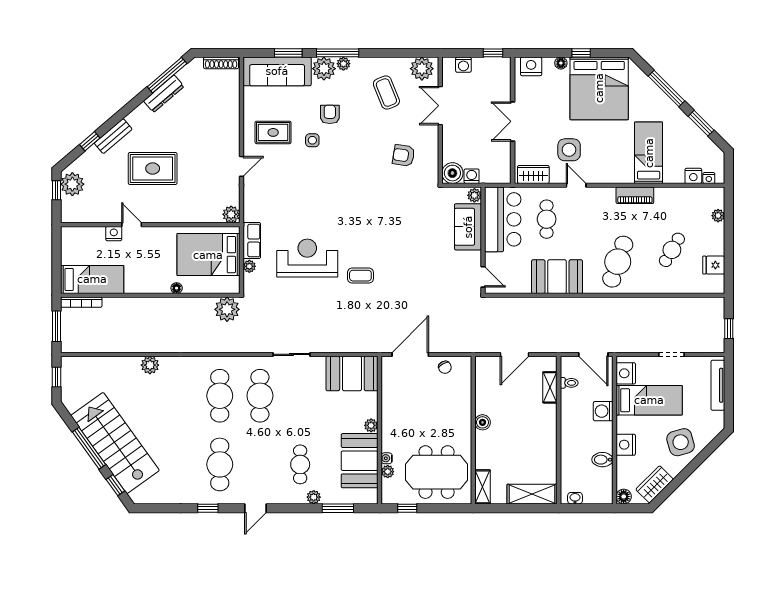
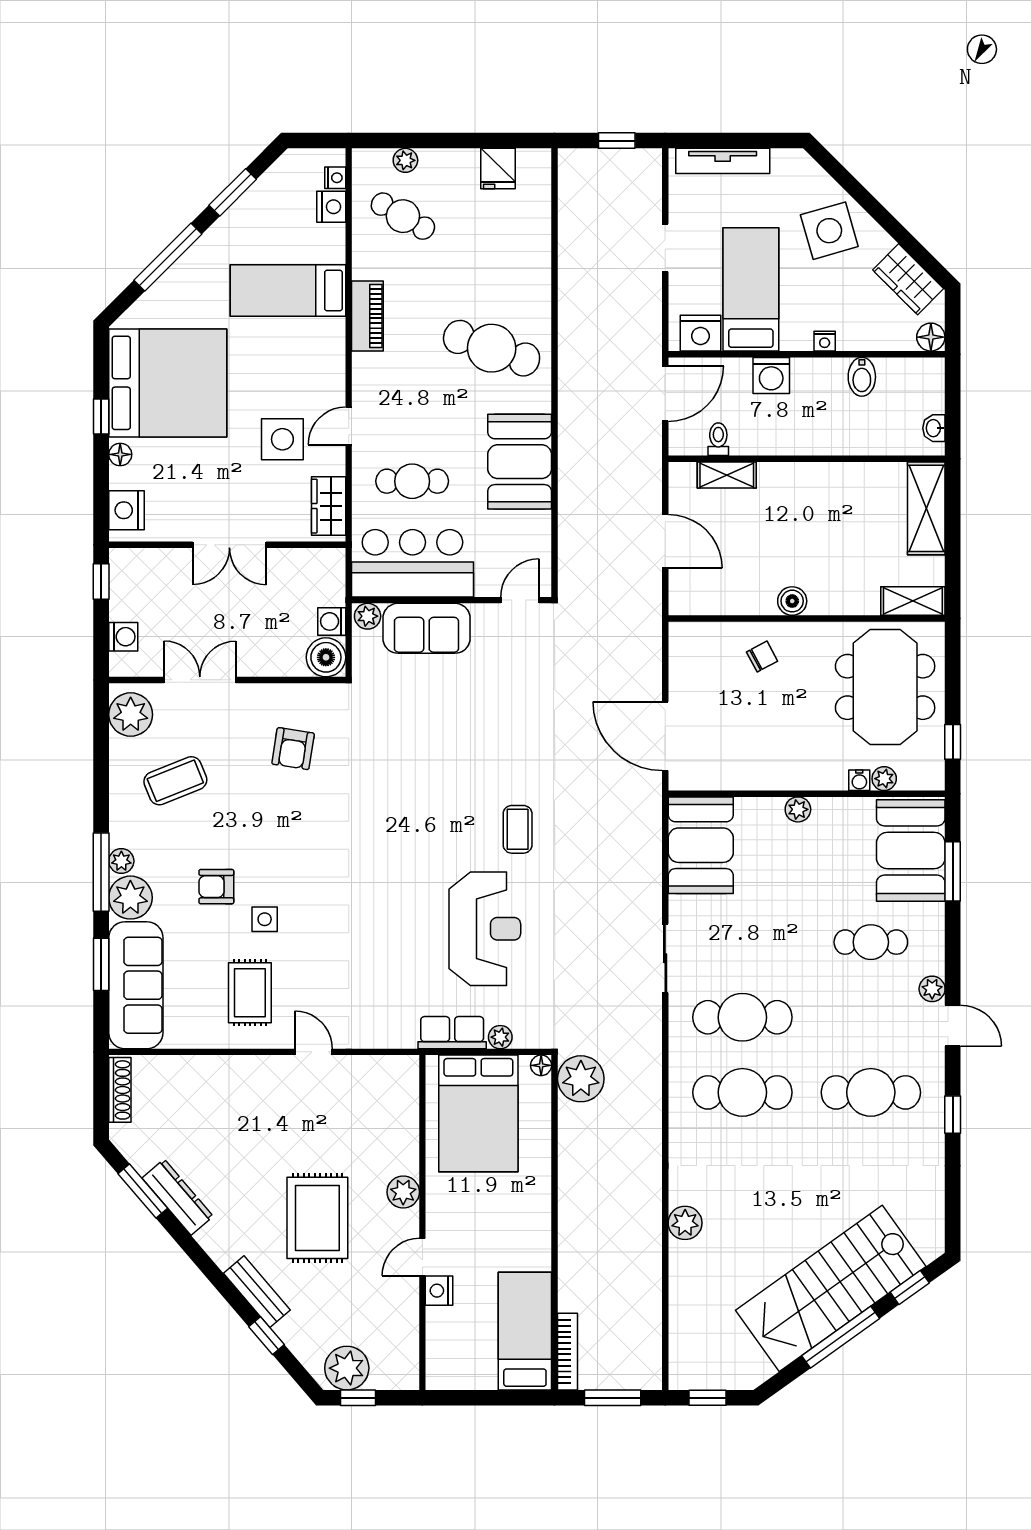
window: (167, 75) -> (143, 1191), width x0.69
double door: (440, 106) -> (200, 680), swing flipped
plant: (231, 214) -> (403, 1192), moved
cafe table: (672, 250) -> (403, 216), moved
reception desk: (307, 258) -> (485, 929), turned 180
floor lamp: (177, 288) -> (541, 1065), moved
chair: (445, 367) -> (762, 657), moved
nightstand: (626, 445) -> (825, 341), width x0.53, depth x0.56
booth: (360, 461) -> (911, 851), moved, turned 90
plant: (314, 497) -> (932, 989), moved

